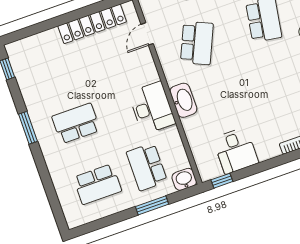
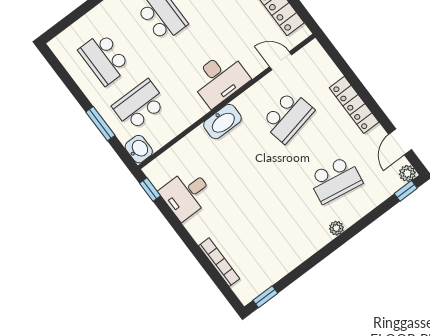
school desk: (197, 43) -> (288, 117), turned -36
desk: (152, 108) -> (220, 79), moved

